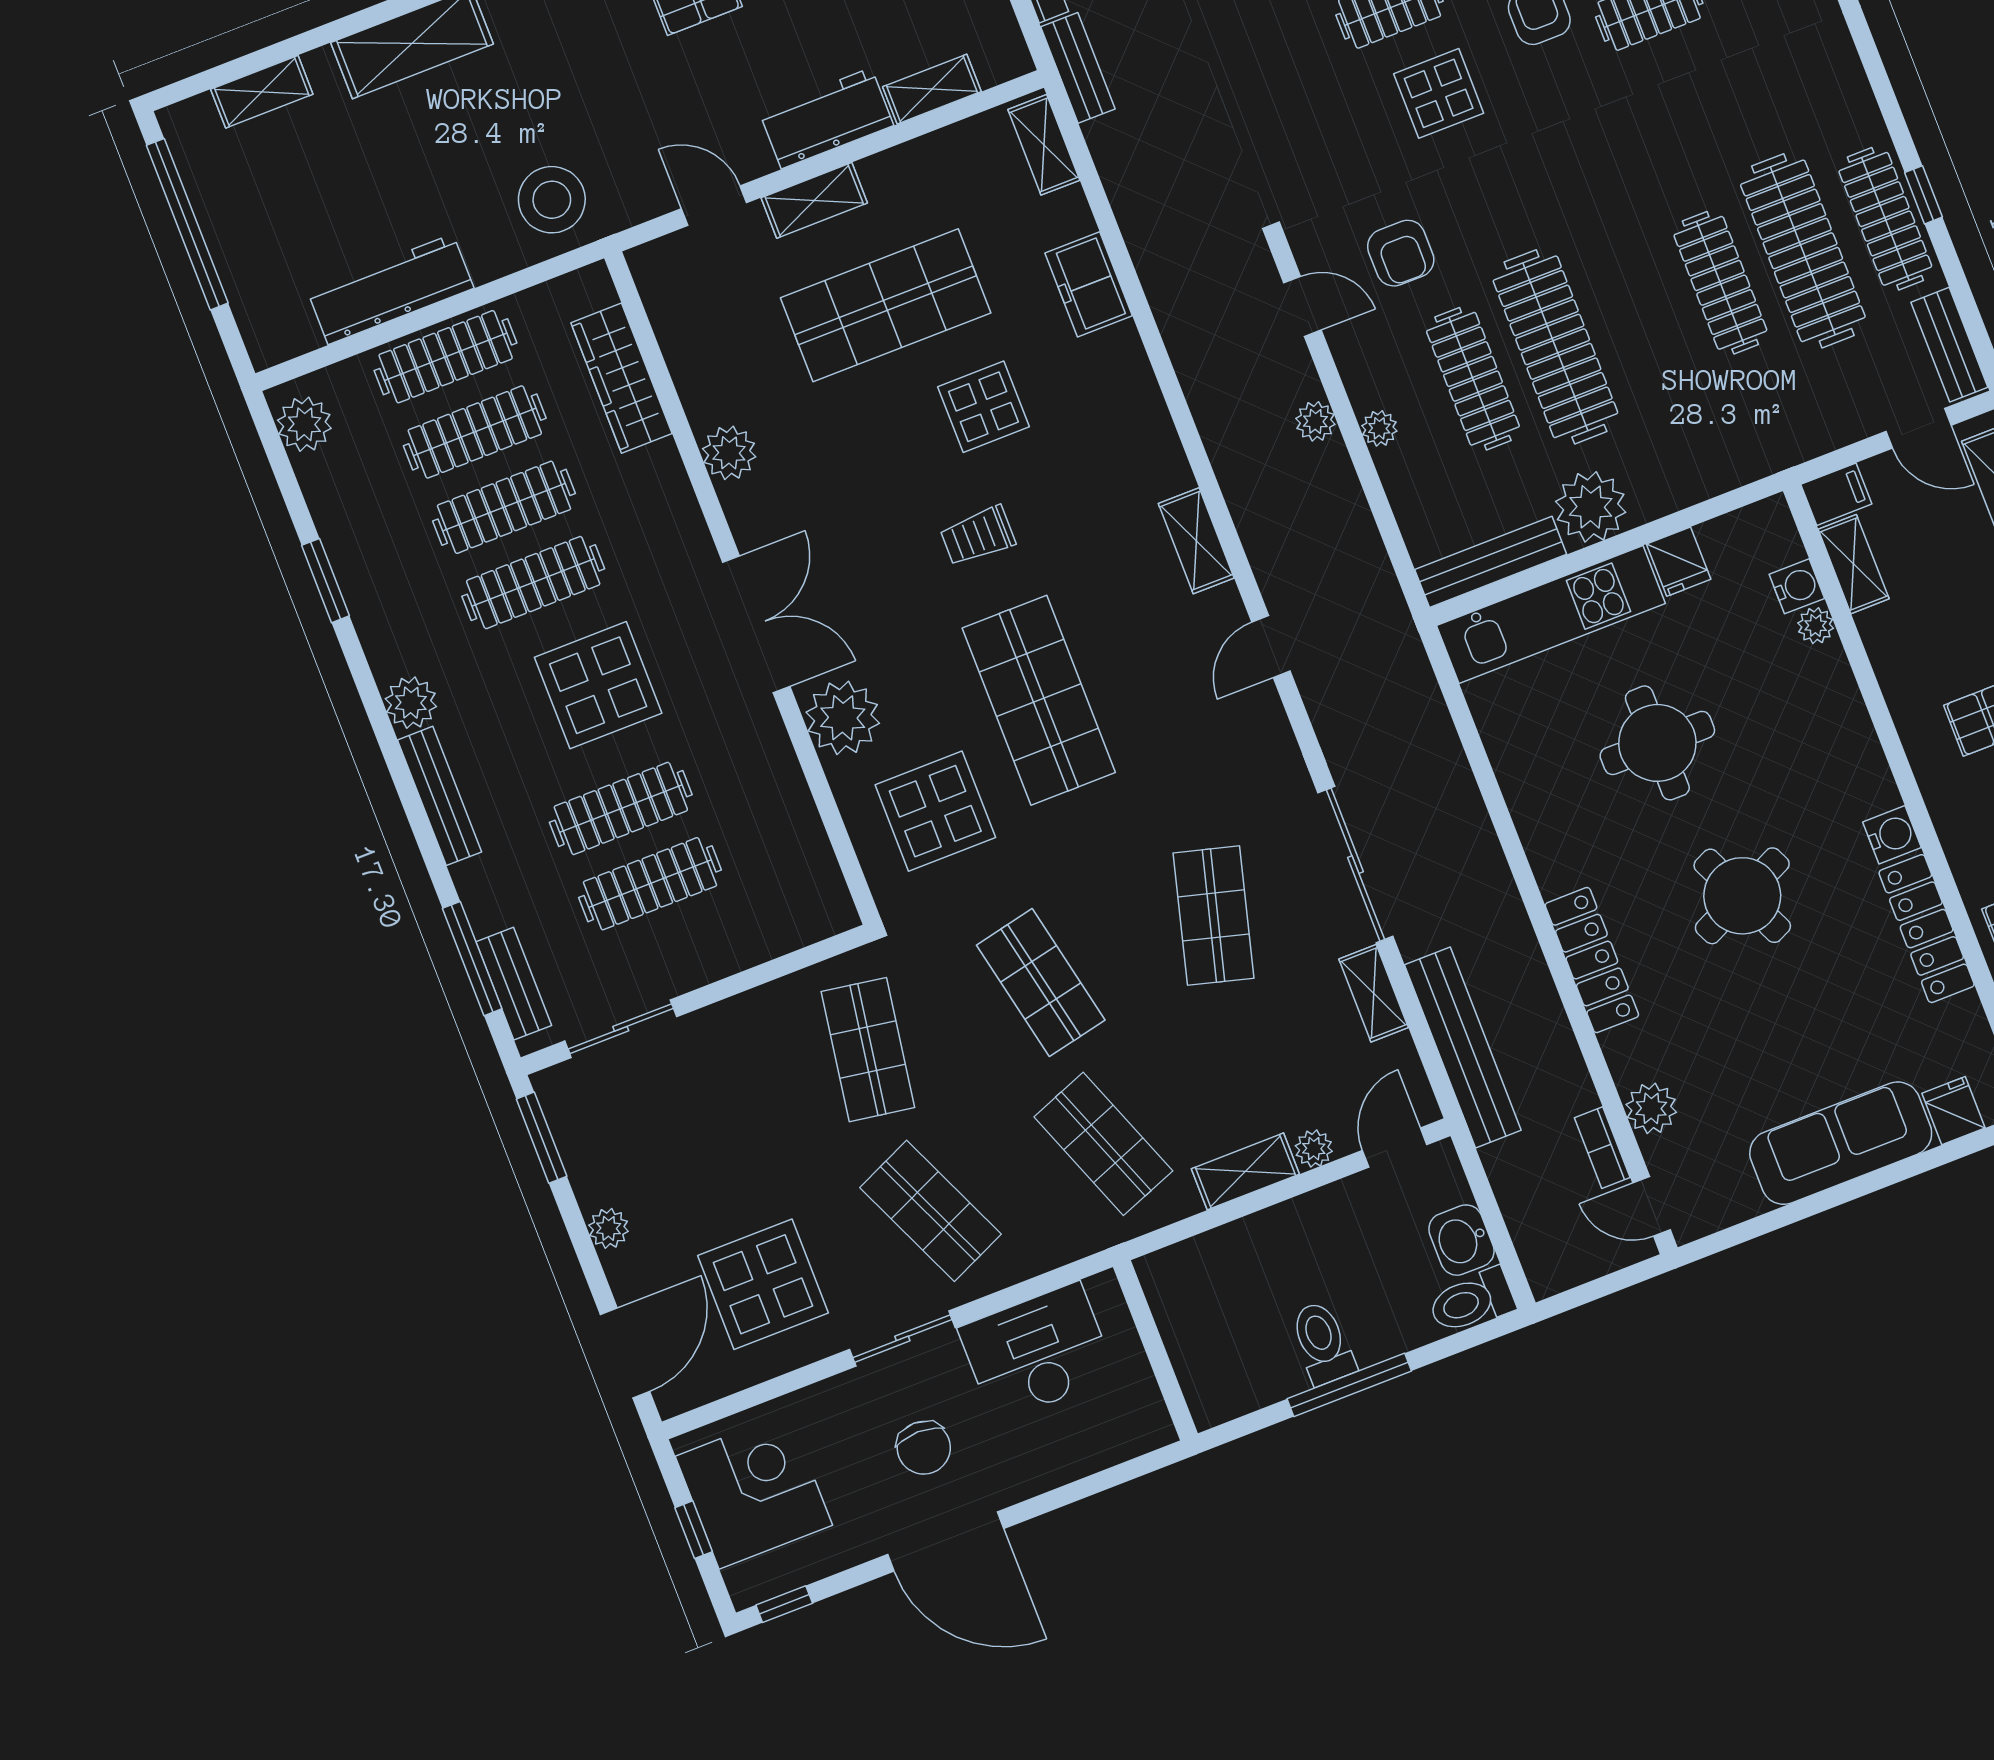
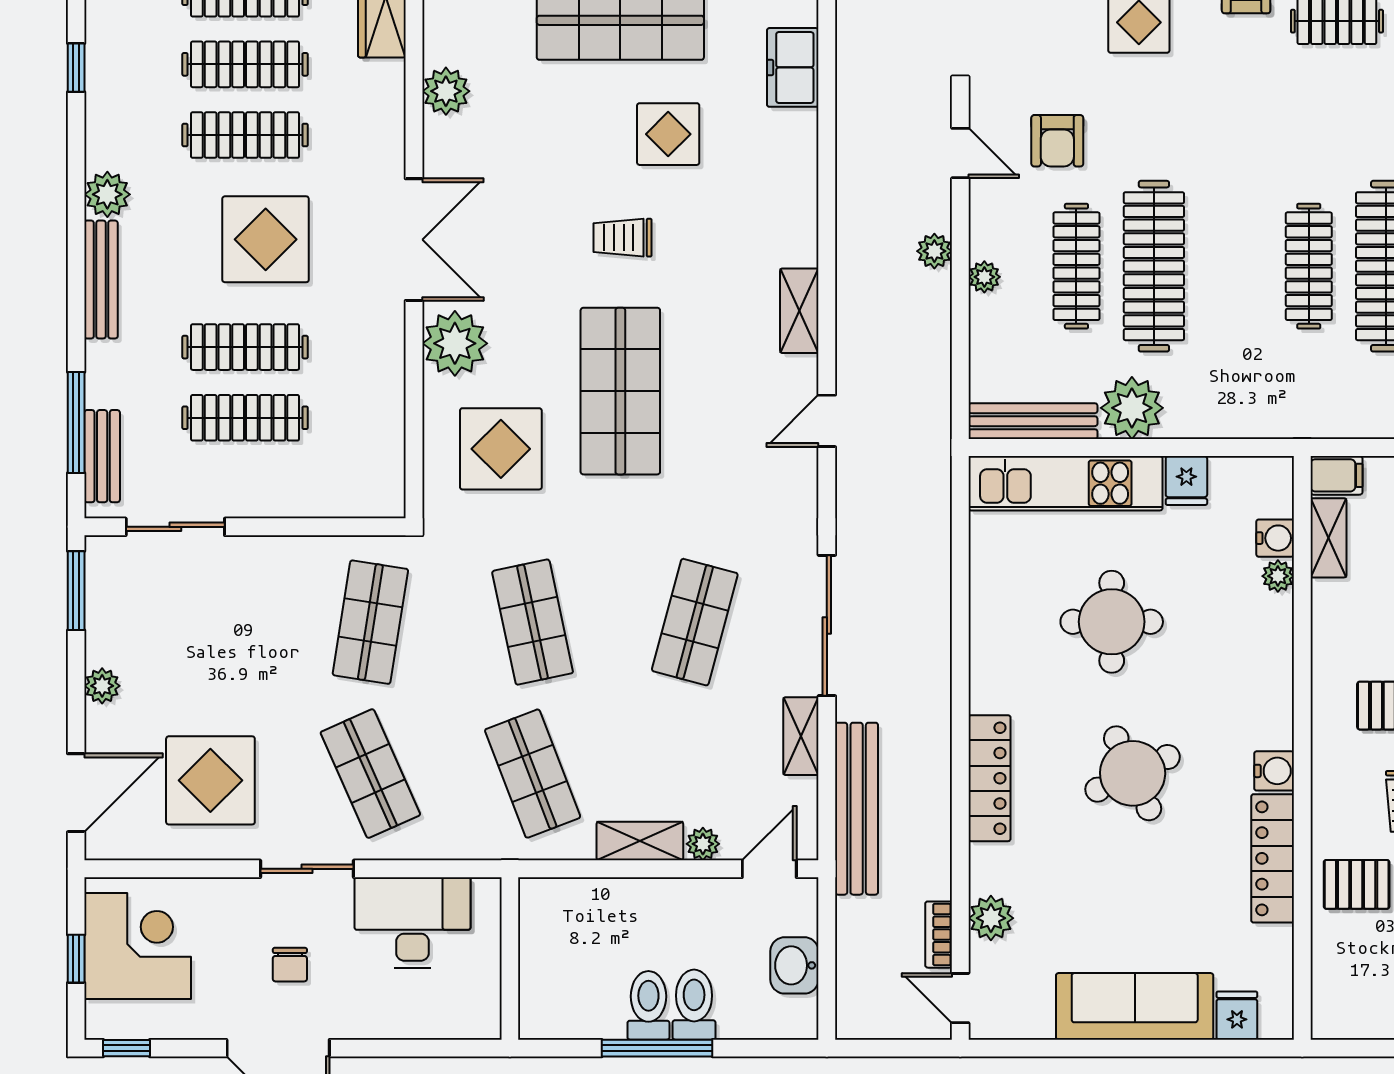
window: (325, 581) -> (76, 68), width x0.67
toilet: (1472, 1301) -> (694, 1005), moved, turned 90
chair: (924, 1448) -> (290, 965), width x0.73, depth x0.73

